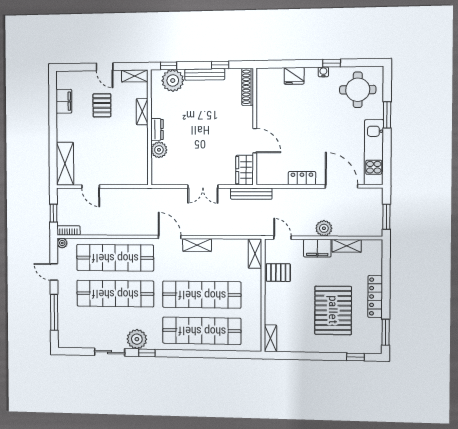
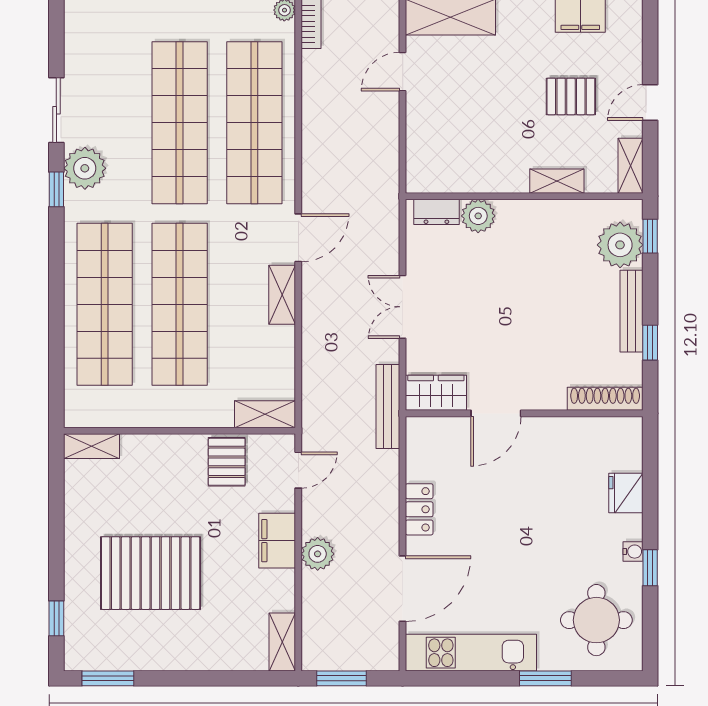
dresser: (157, 129) -> (436, 212), moved
shelving: (347, 246) -> (282, 642), moved
locker: (375, 297) -> (180, 657), removed

